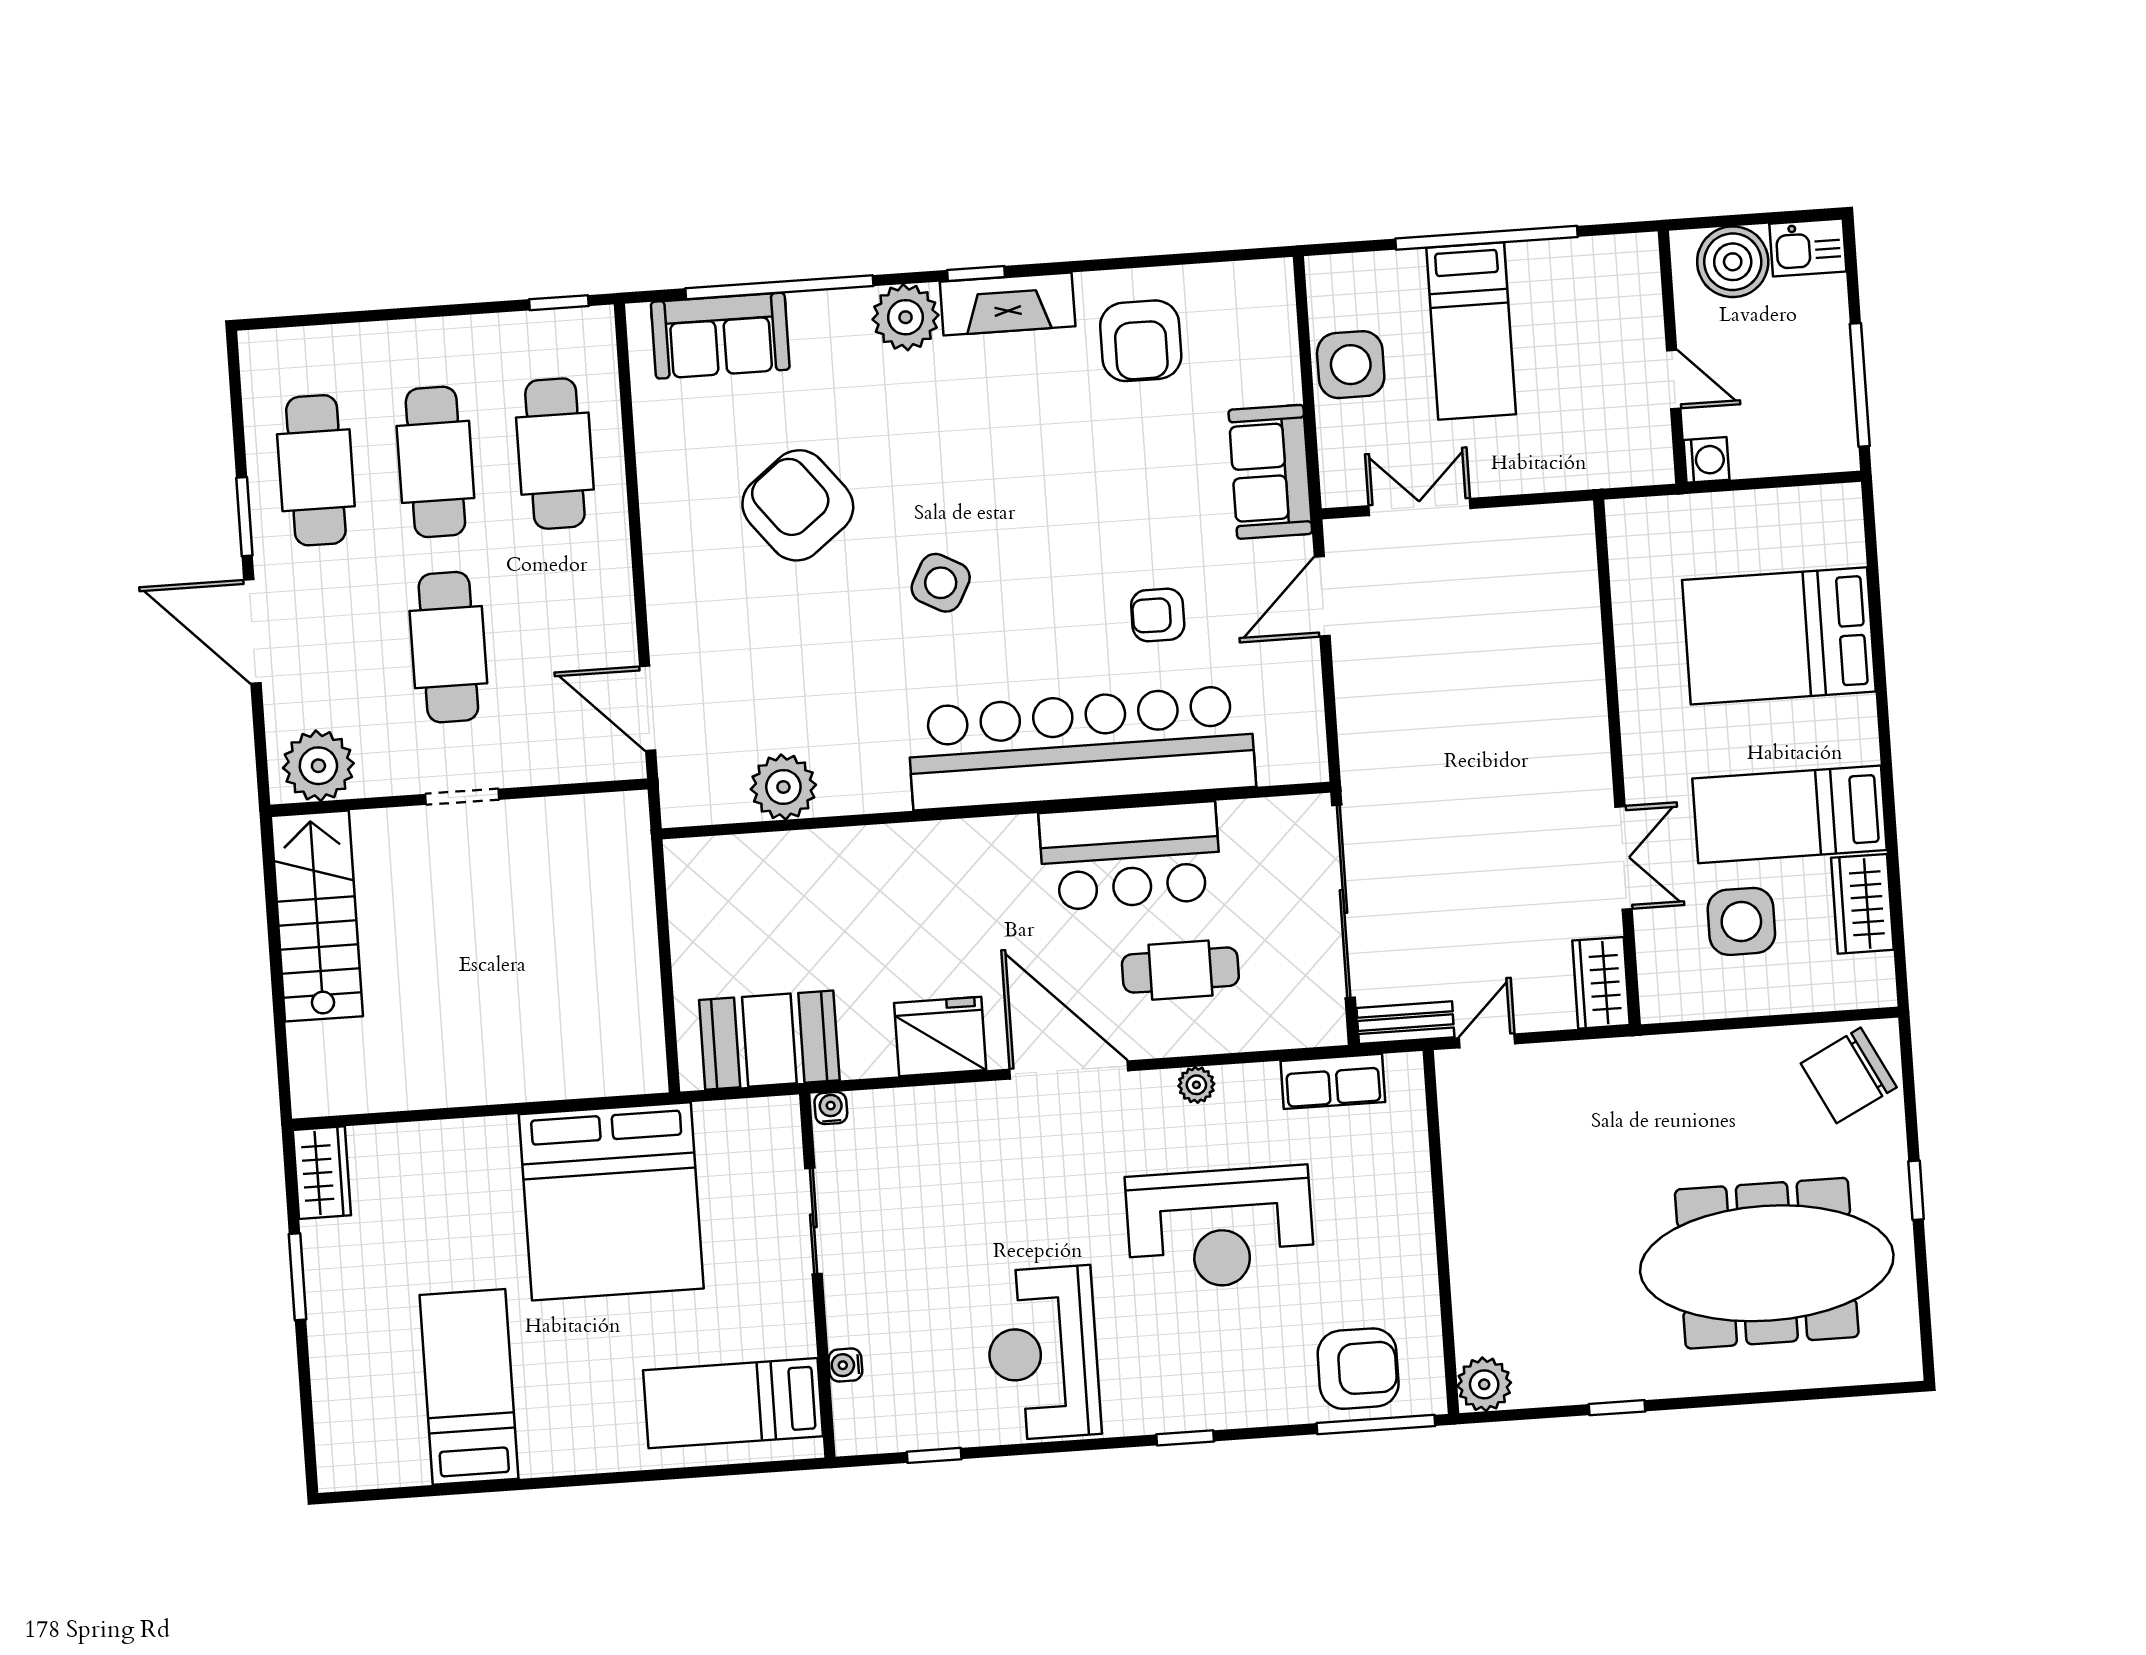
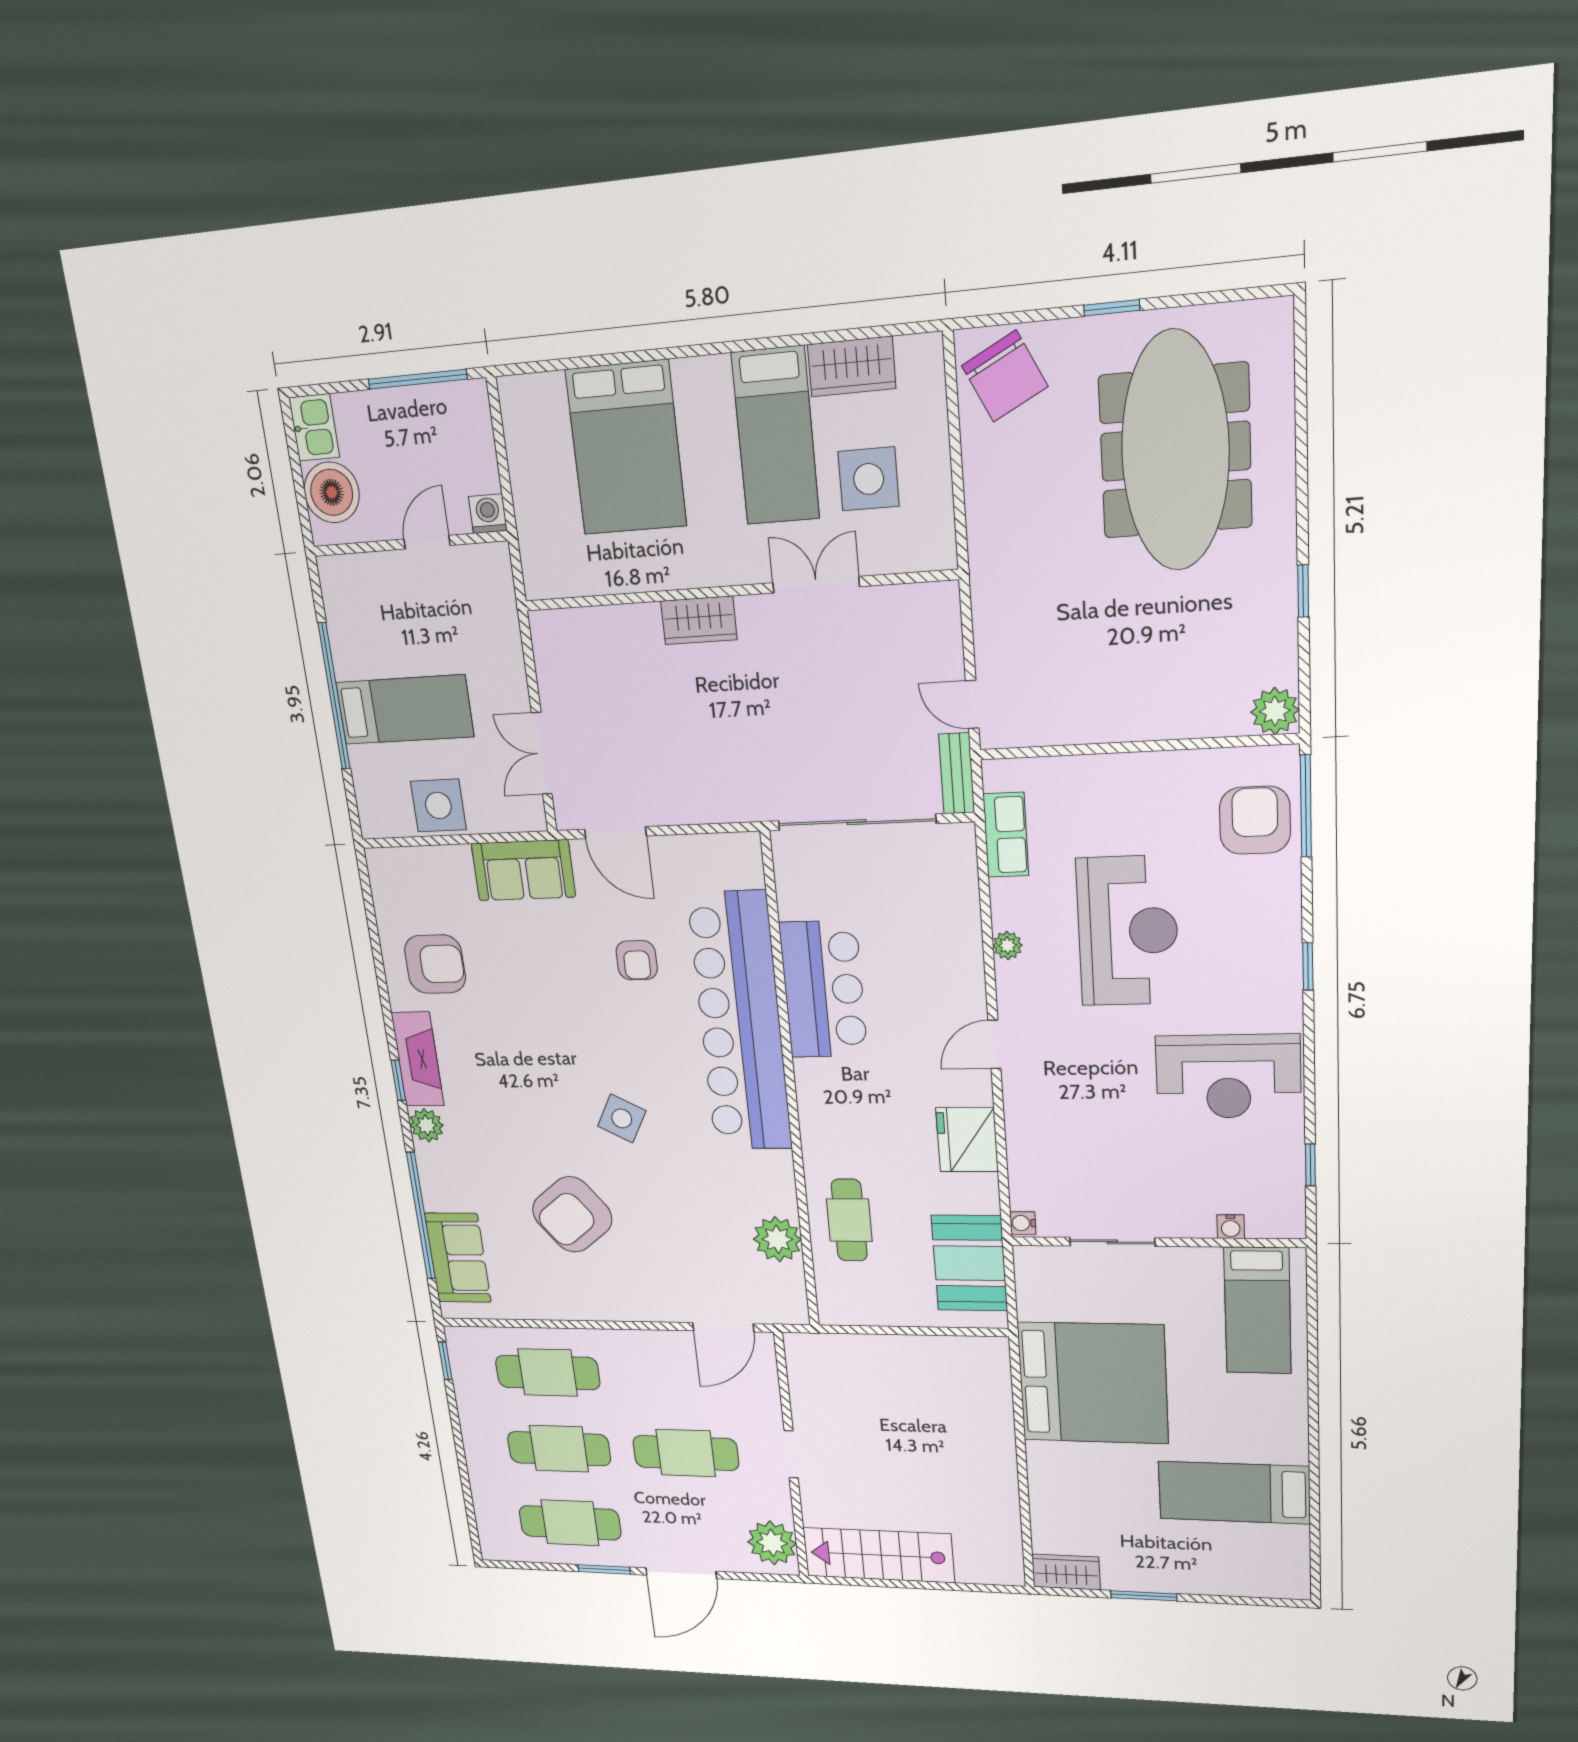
plant: (906, 317) -> (426, 1125), width x0.73, depth x0.73
cafe table: (1180, 970) -> (849, 1220), moved
wardrobe: (1601, 983) -> (699, 620), moved
door: (1069, 1070) -> (994, 1044), width x0.53

